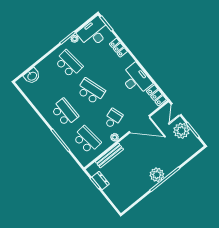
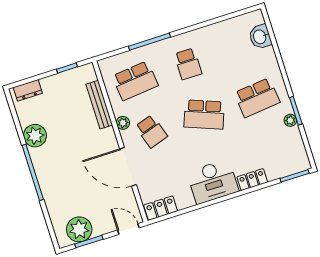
desk: (94, 32) -> (289, 152), removed
desk: (136, 79) -> (213, 182), moved
school desk: (91, 91) -> (204, 114), turned 39
school desk: (65, 112) -> (188, 64), width x0.54
door: (139, 124) -> (128, 167), hinge flipped
plant: (181, 131) -> (79, 229), moved
plant: (157, 175) -> (35, 136), moved
dresser: (101, 181) -> (28, 90), moved

